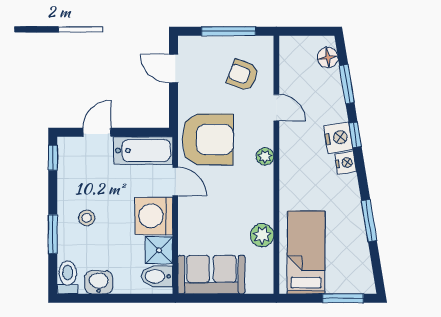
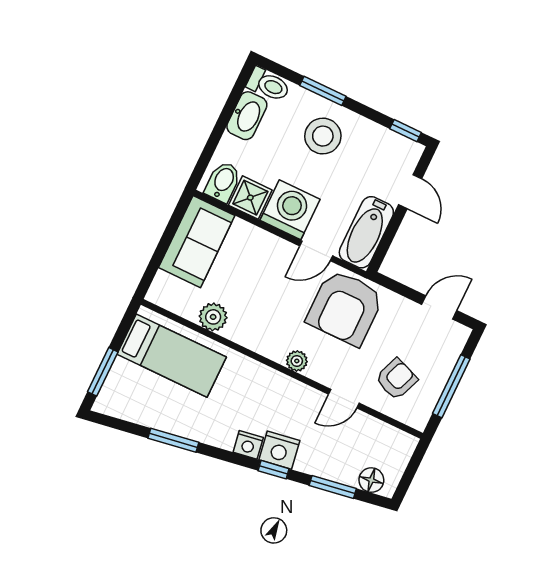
stool: (87, 218) -> (323, 136), width x1.89, depth x1.89
washbasin: (99, 282) -> (247, 116), width x1.38

